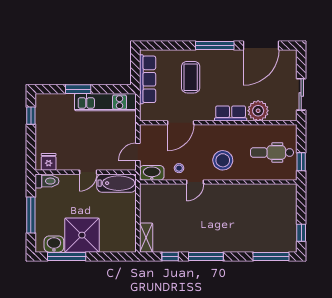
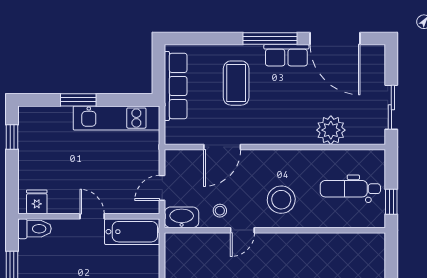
door: (261, 45) -> (335, 39), hinge flipped
row of seats: (231, 113) -> (286, 55), moved, turned 180
door: (88, 172) -> (92, 216), swing flipped

